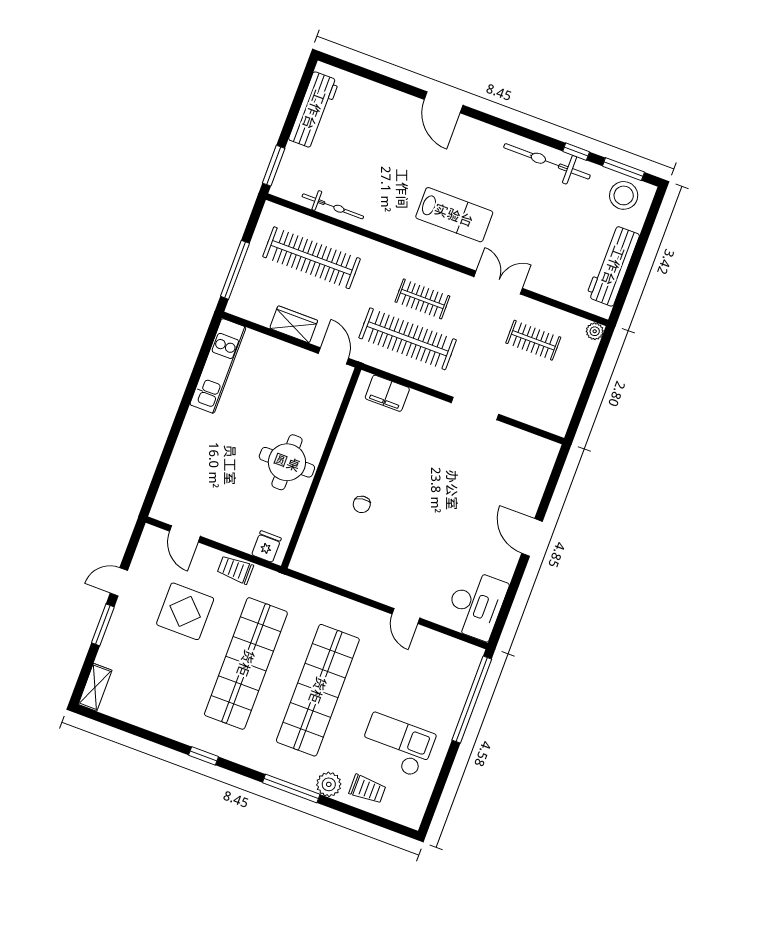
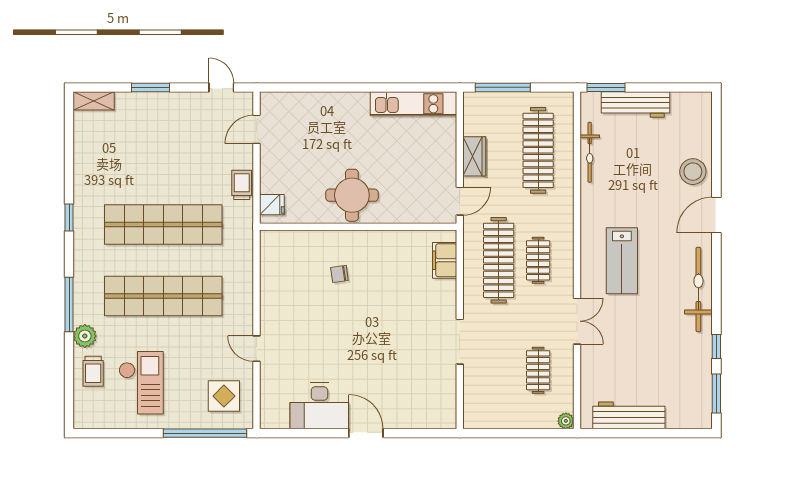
workbench: (314, 110) -> (635, 104), moved
bicycle: (547, 161) -> (698, 289), moved
stool: (624, 195) -> (693, 172), moved
door: (532, 537) -> (366, 433), hinge flipped
door: (119, 582) -> (221, 87), moved
desk: (476, 605) -> (319, 406), moved
display table: (185, 611) -> (224, 396), moved, width x0.73, depth x0.73
door: (406, 616) -> (257, 349), hinge flipped

